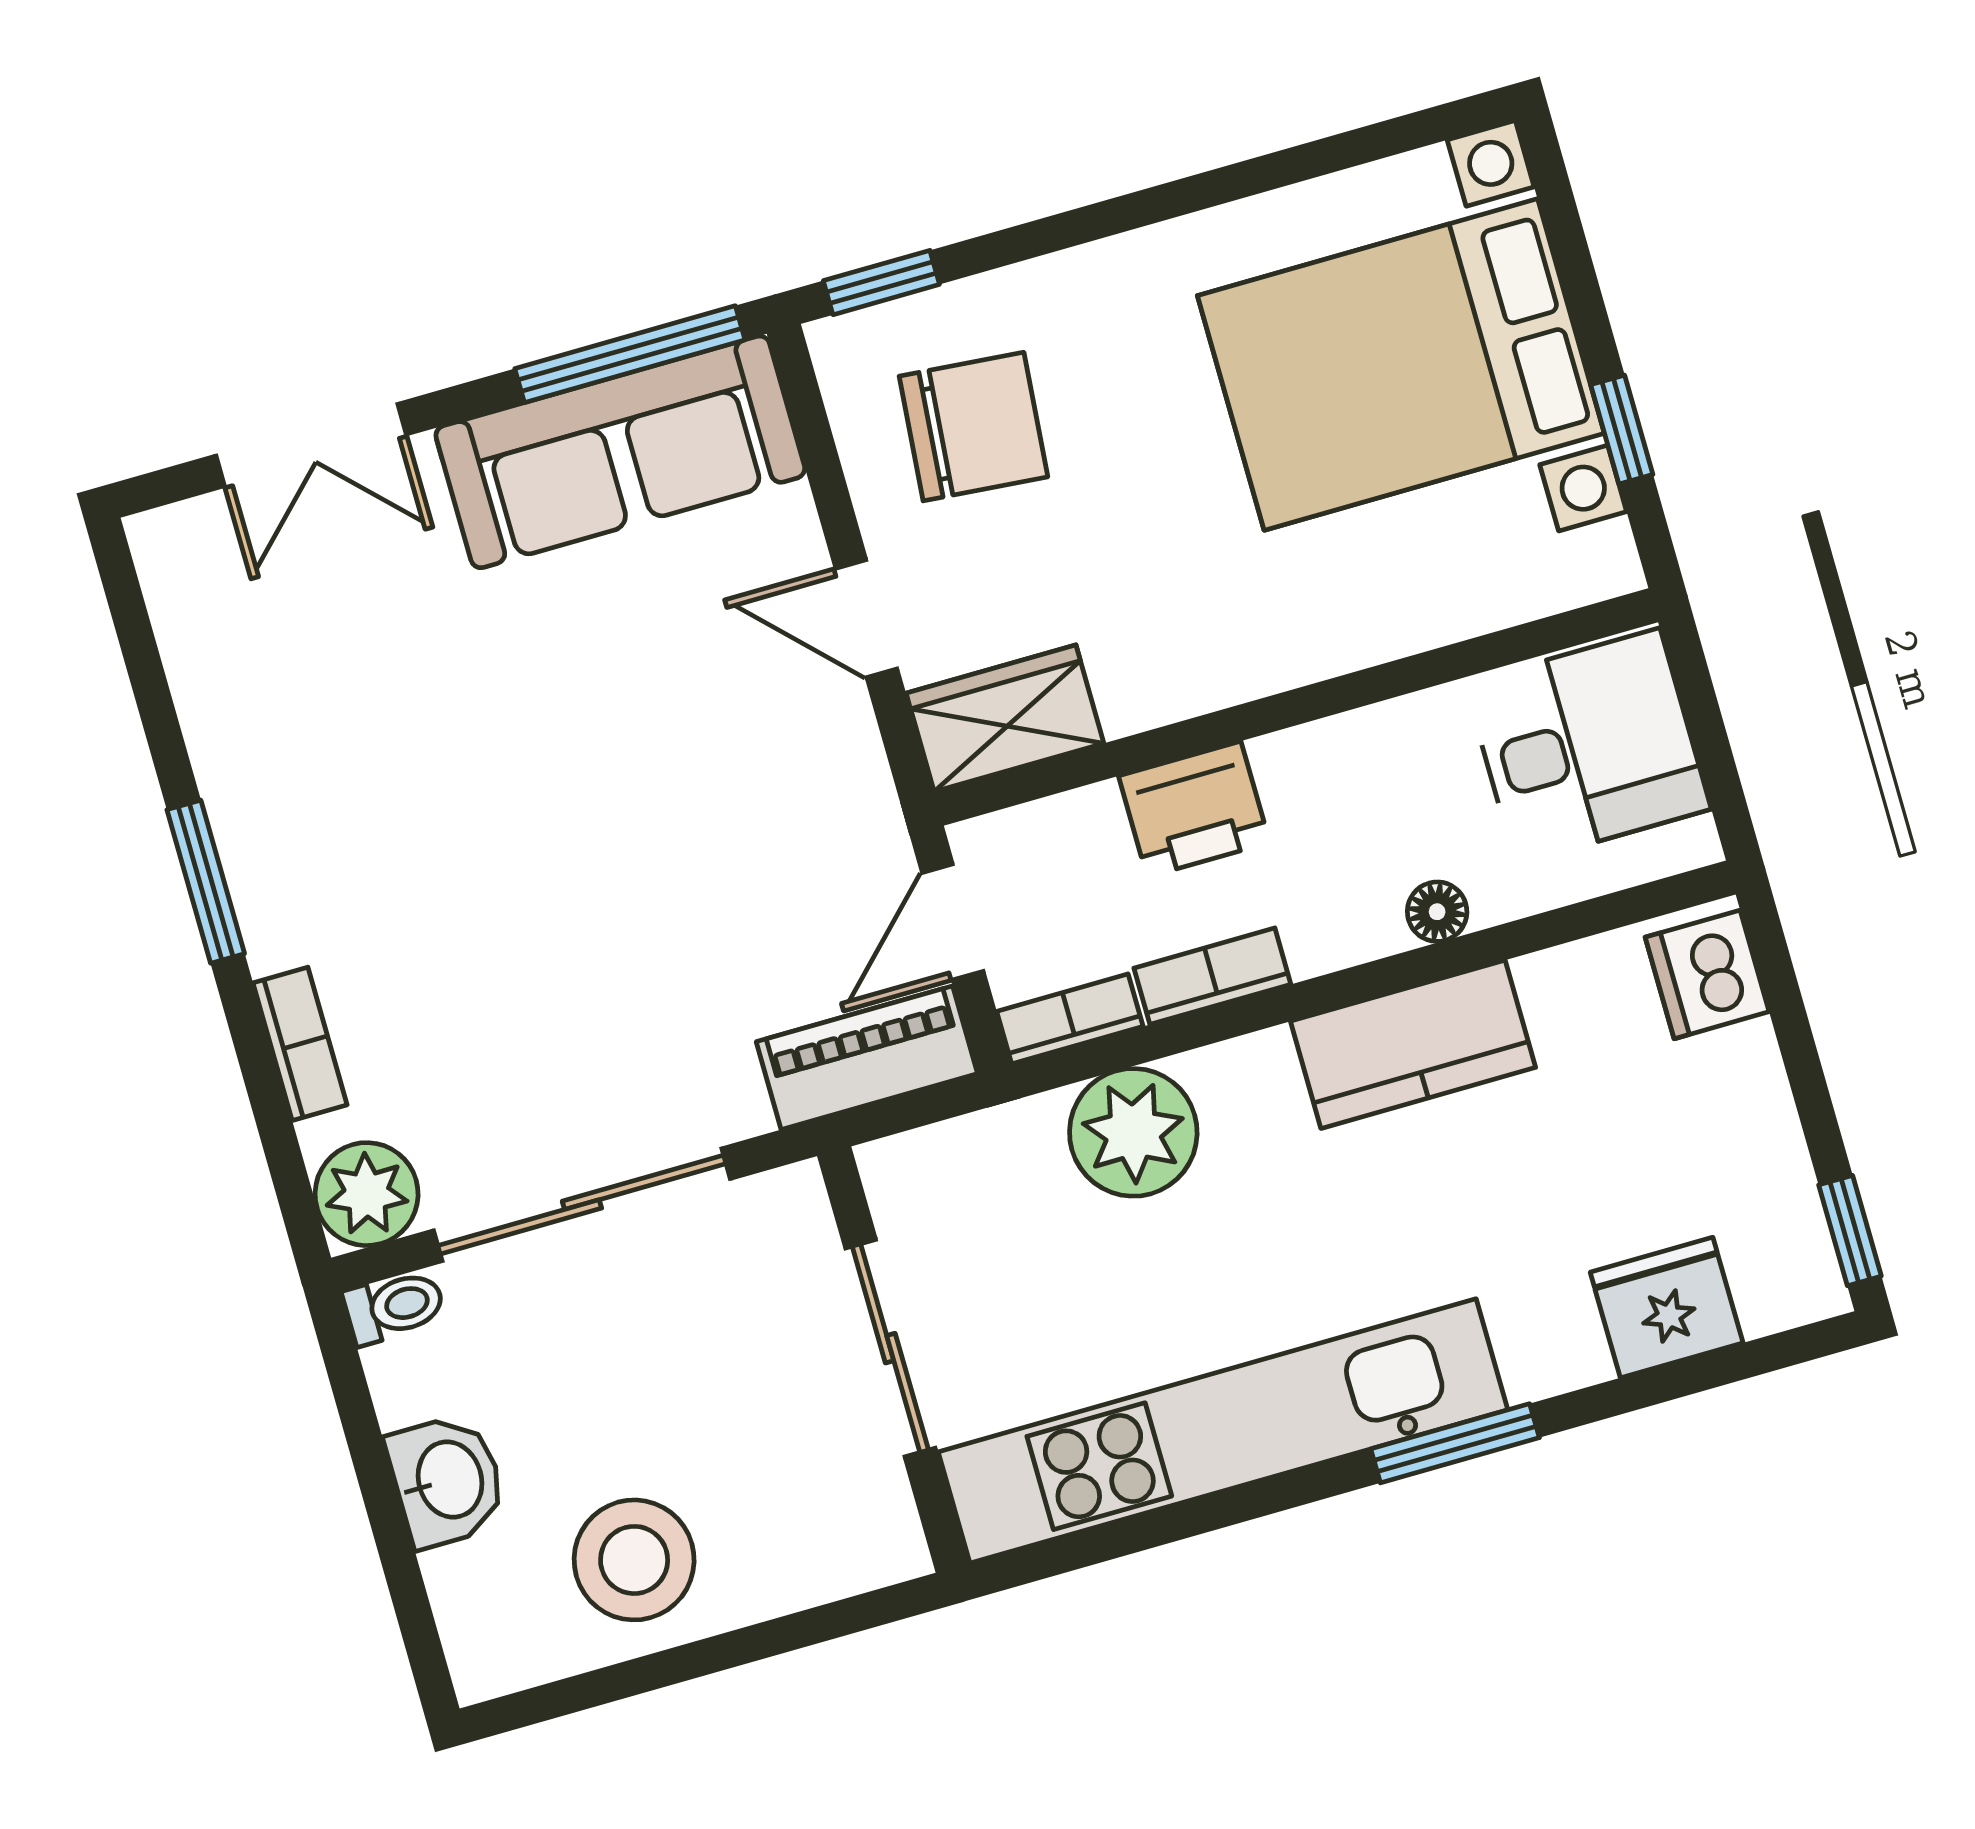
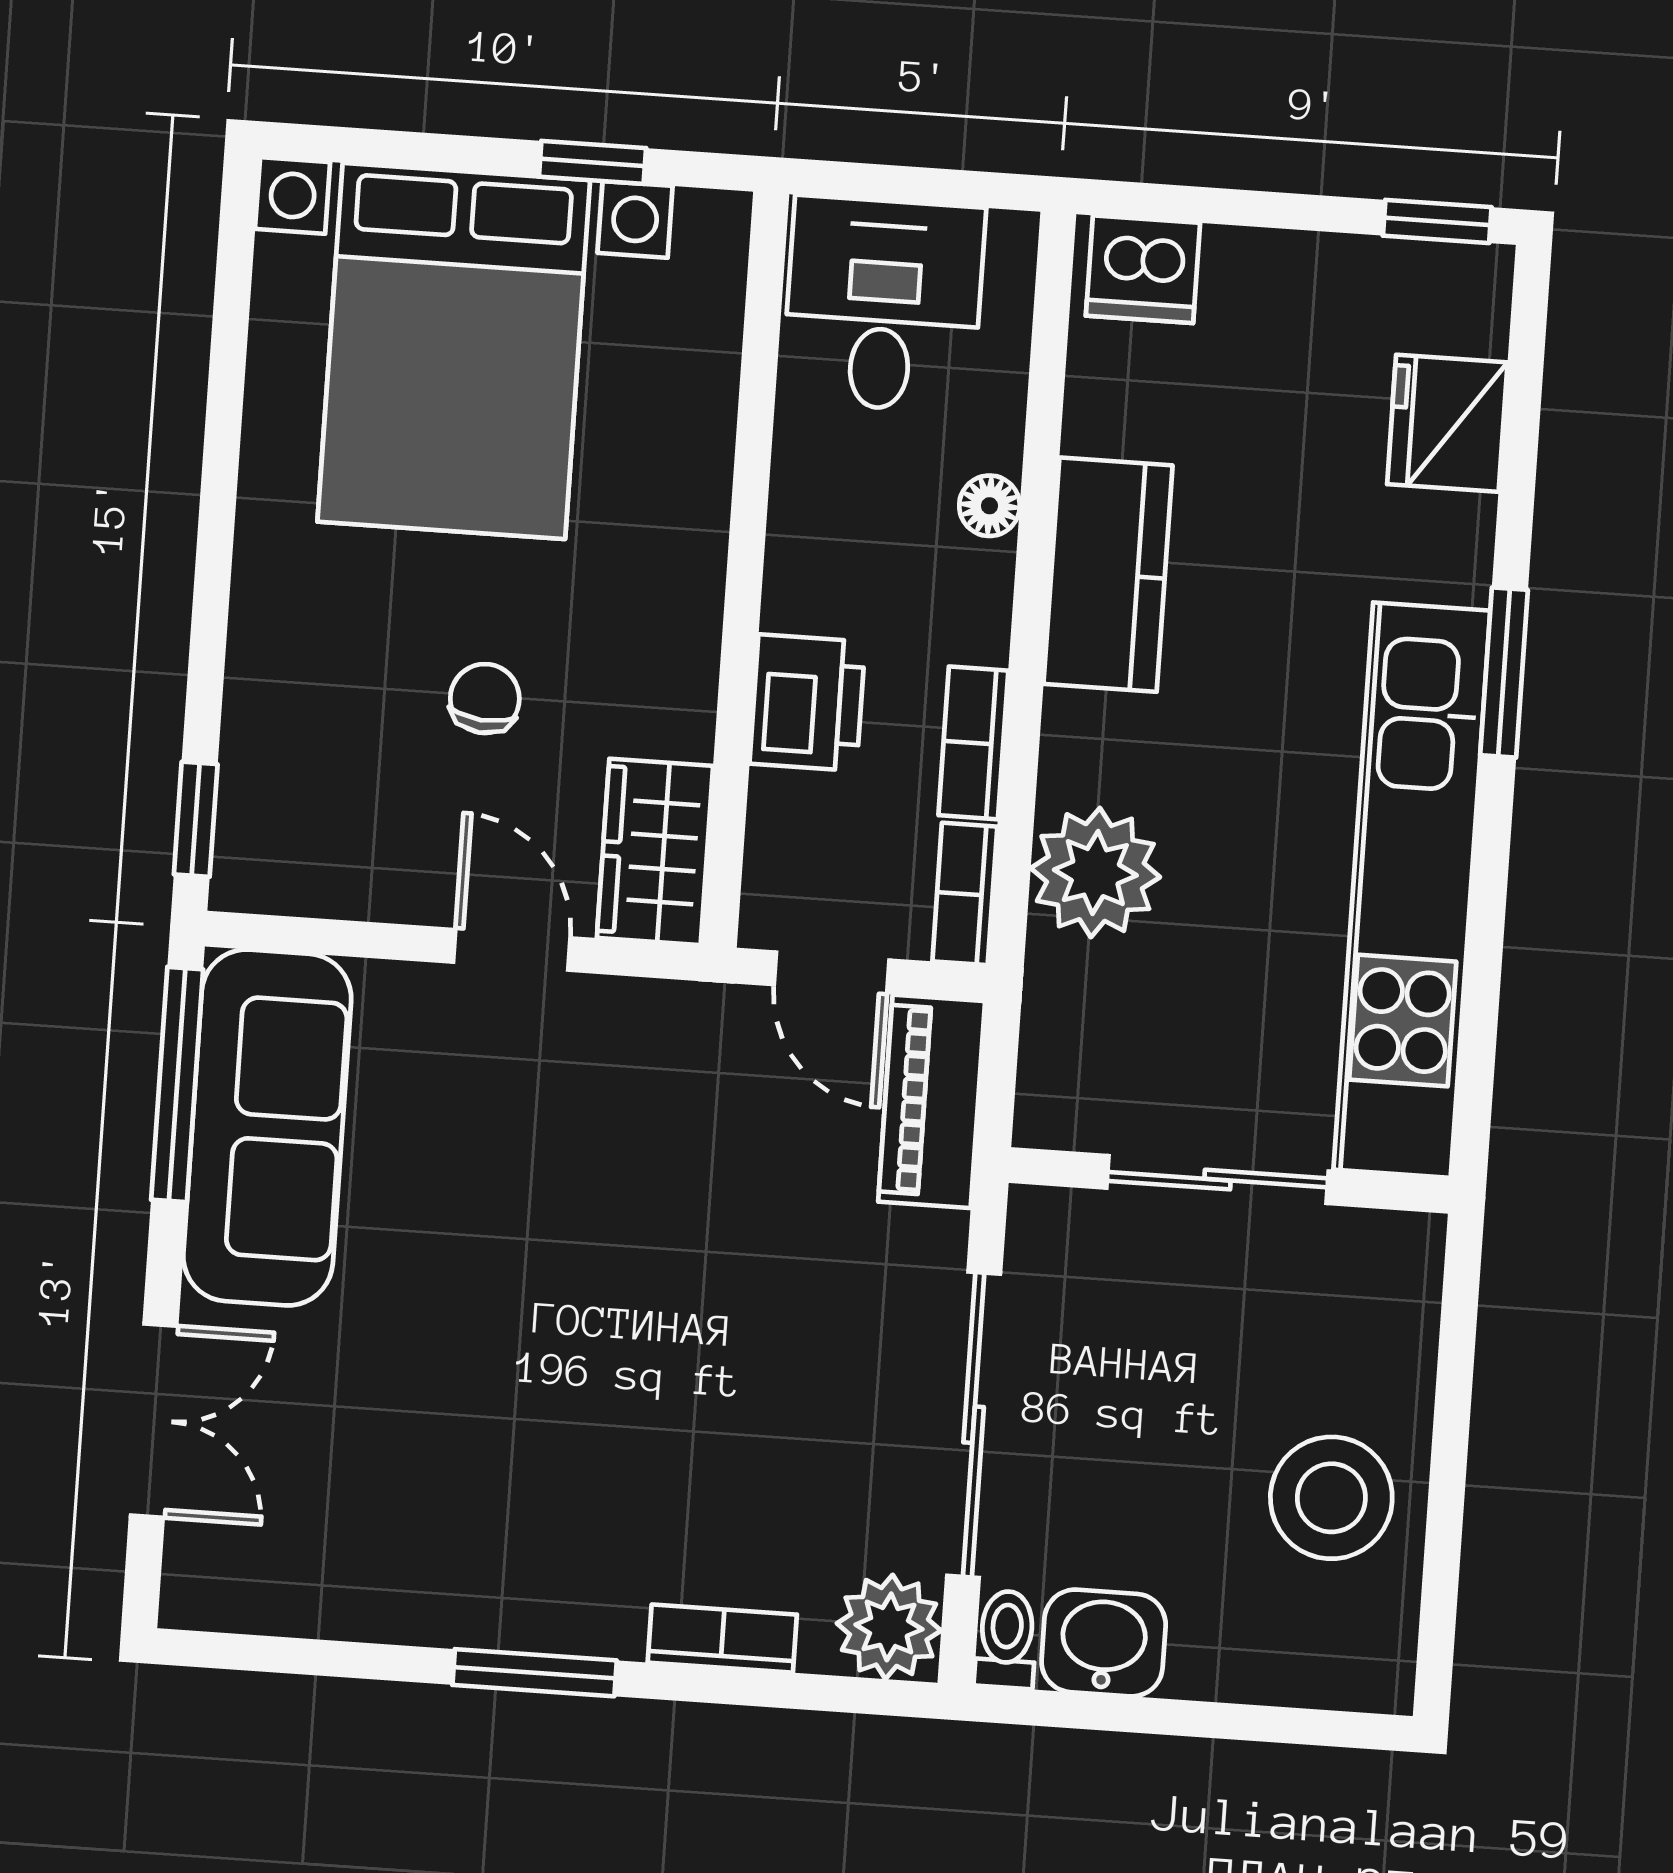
chair: (973, 427) -> (485, 699), moved, width x0.54, depth x0.54
door: (866, 619) -> (512, 950), swing flipped
washbasin: (447, 1480) -> (1104, 1643), moved

